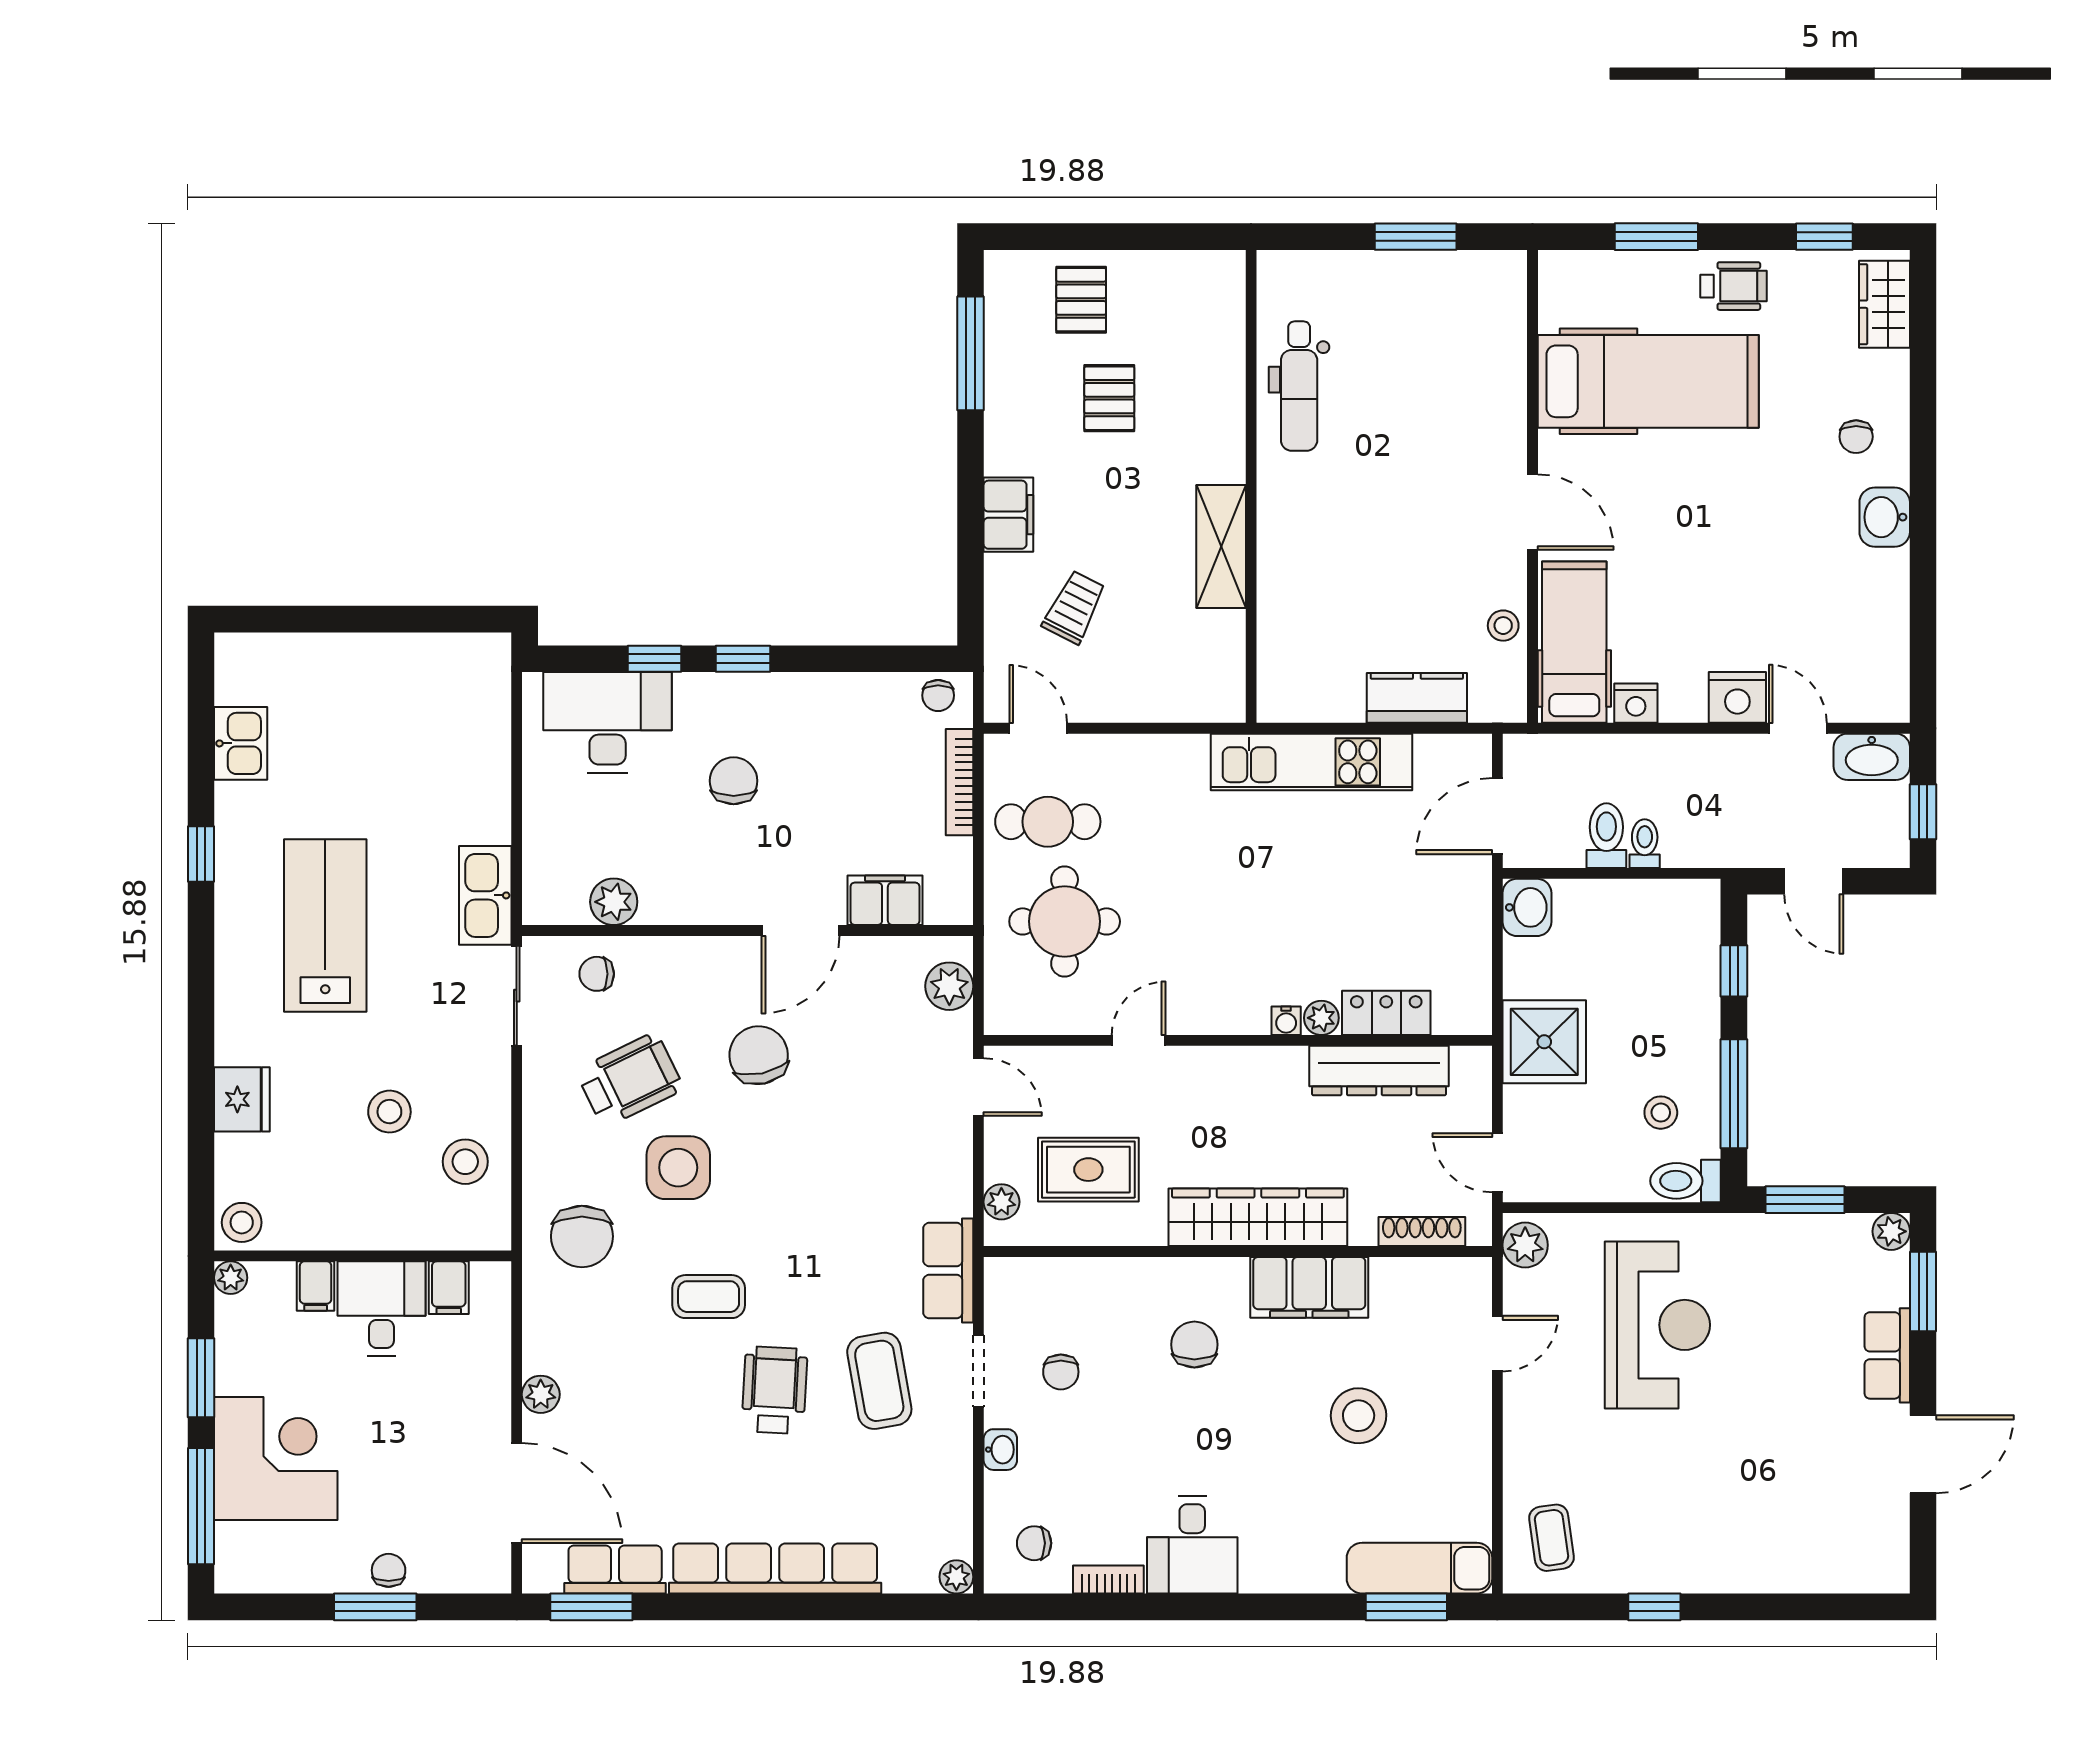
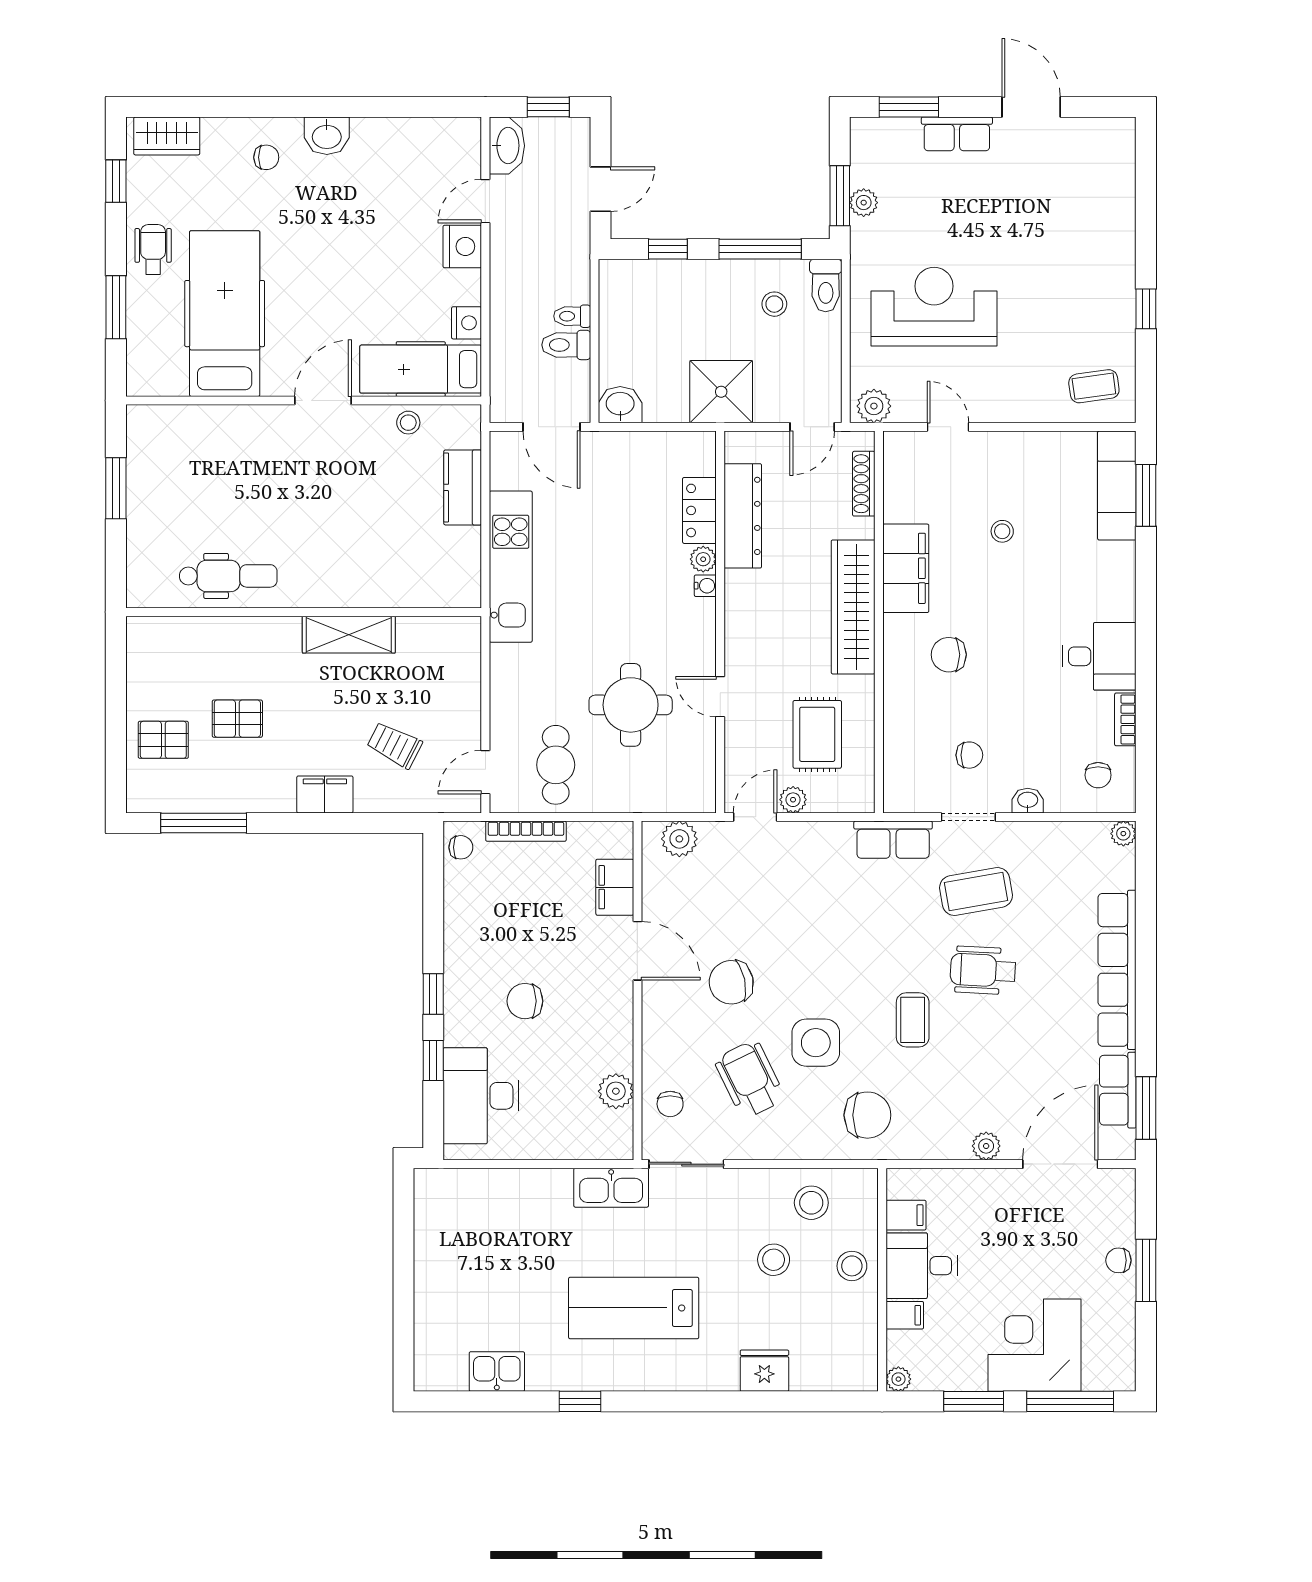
round table: (1065, 921) -> (631, 705), moved
plant: (1001, 1202) -> (793, 800), moved
stool: (242, 1222) -> (852, 1266), moved
plant: (1891, 1231) -> (864, 203), moved
stool: (1359, 1416) -> (1002, 531), width x0.53, depth x0.53

